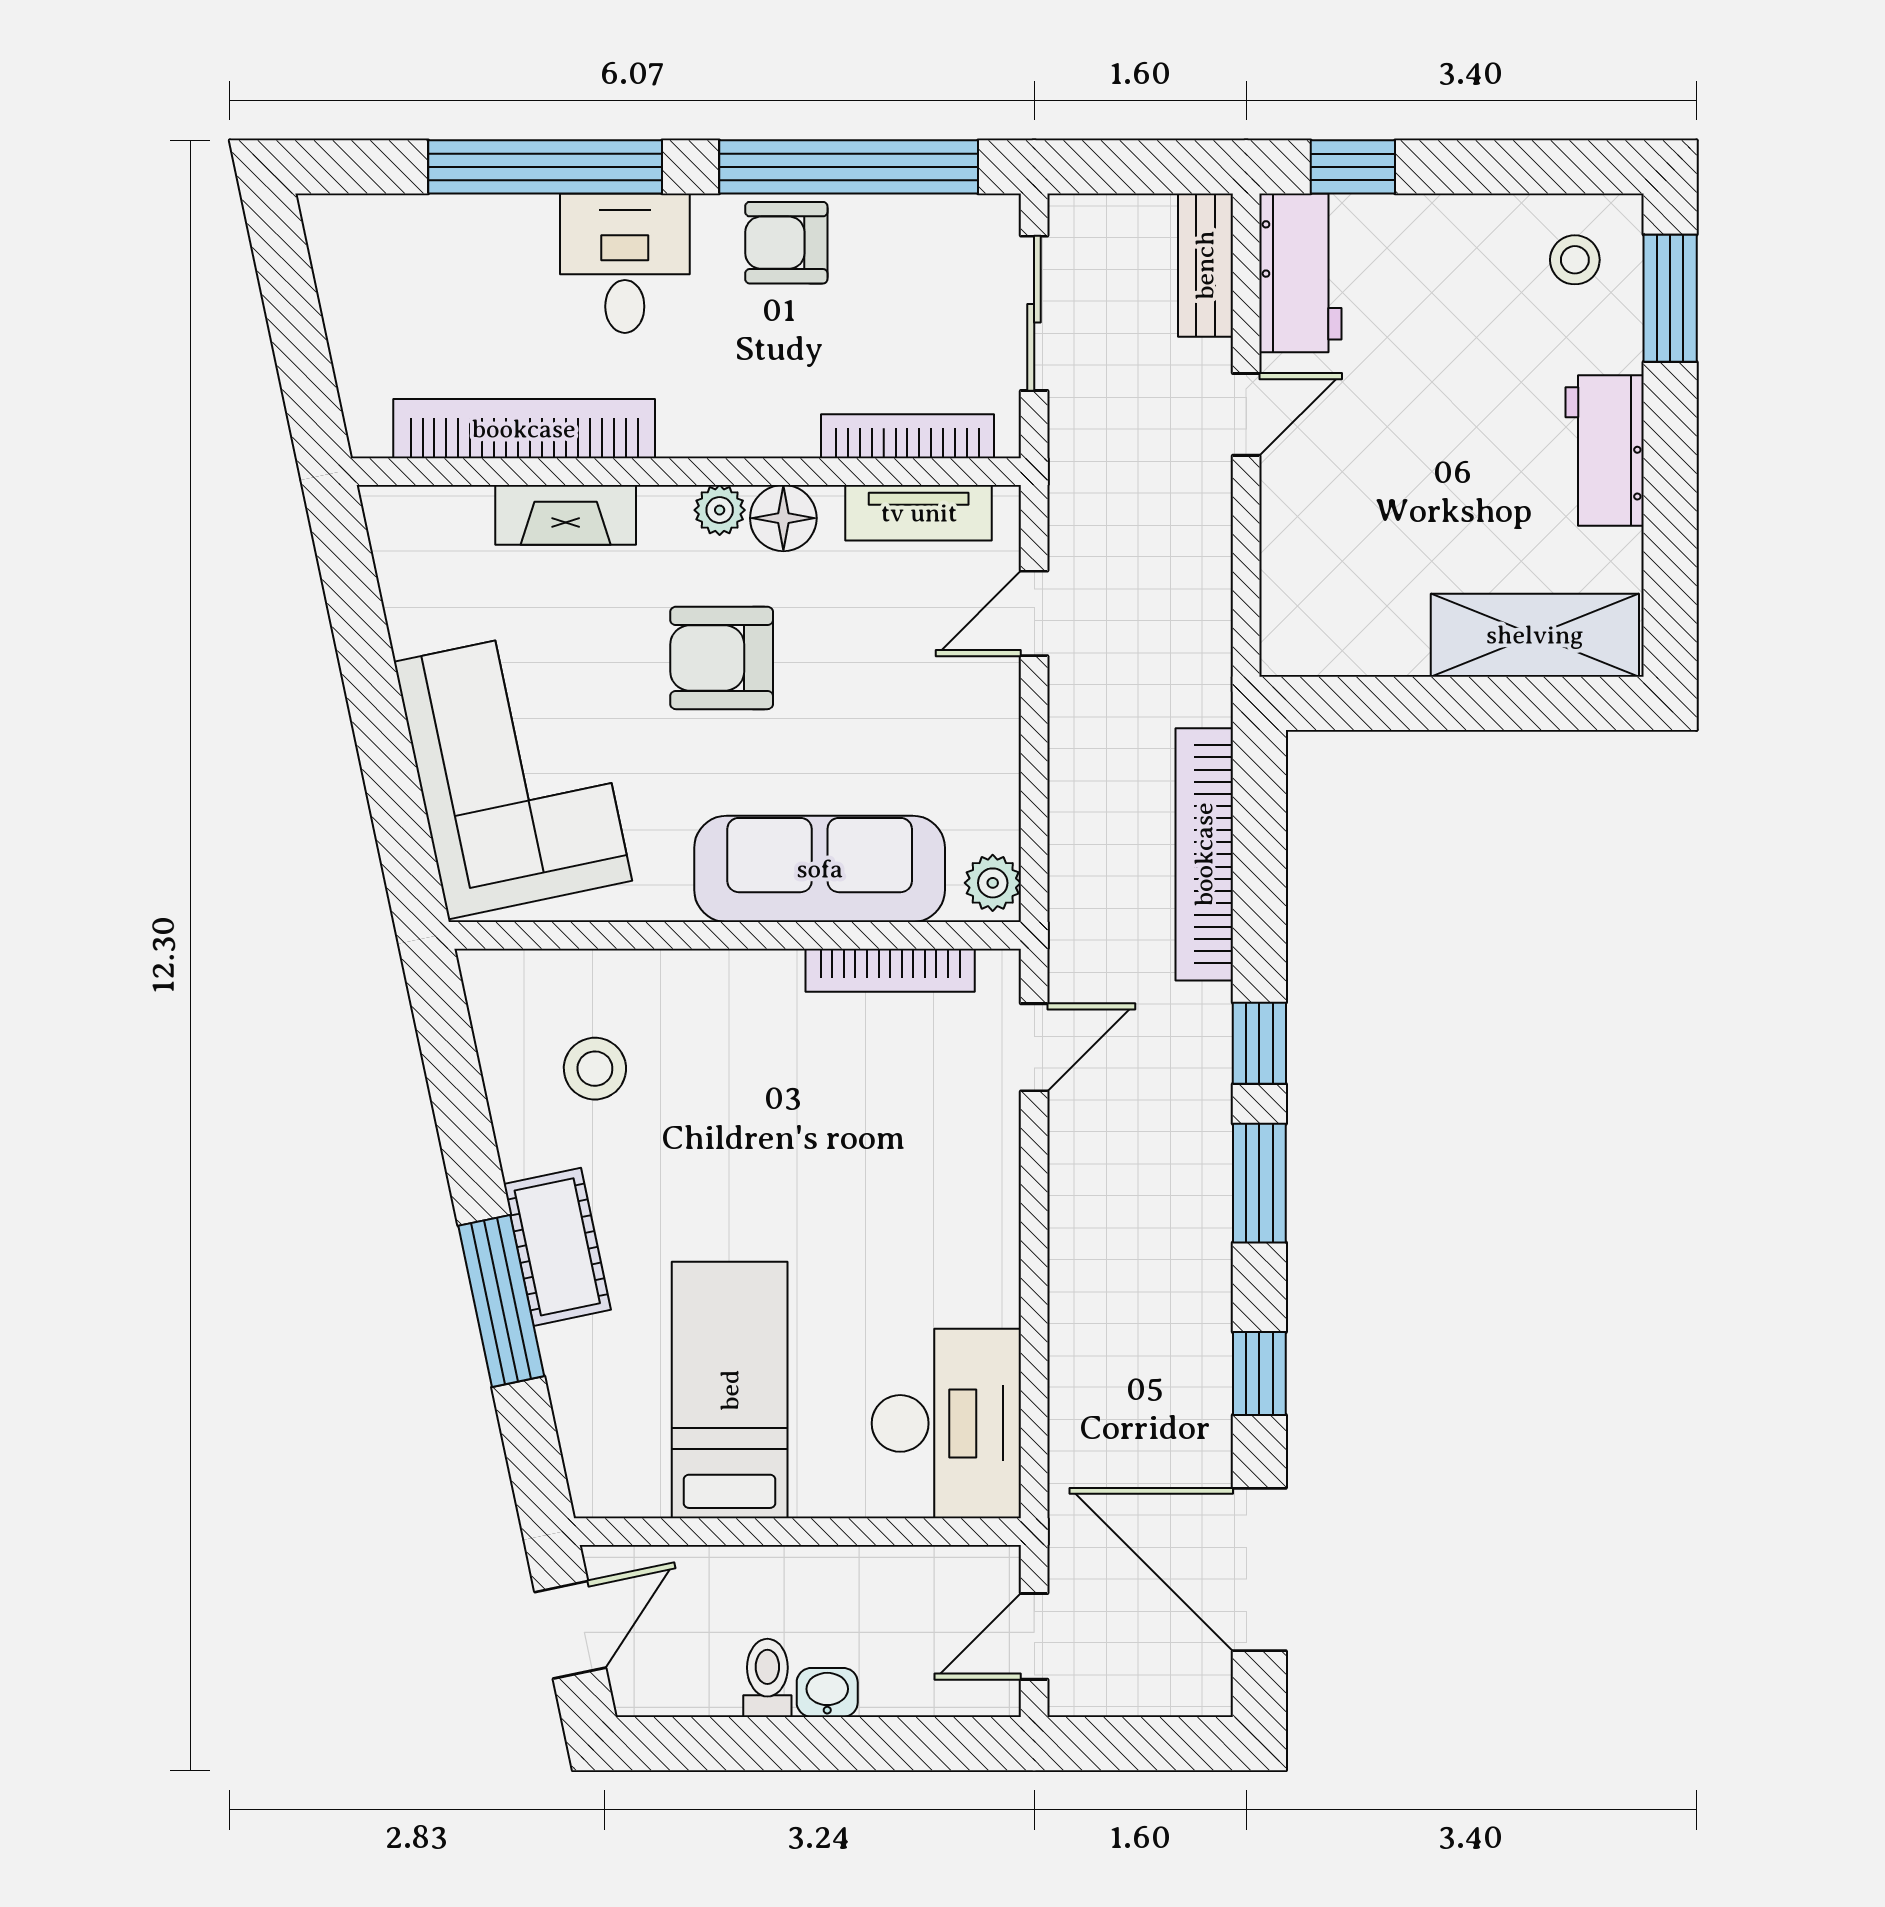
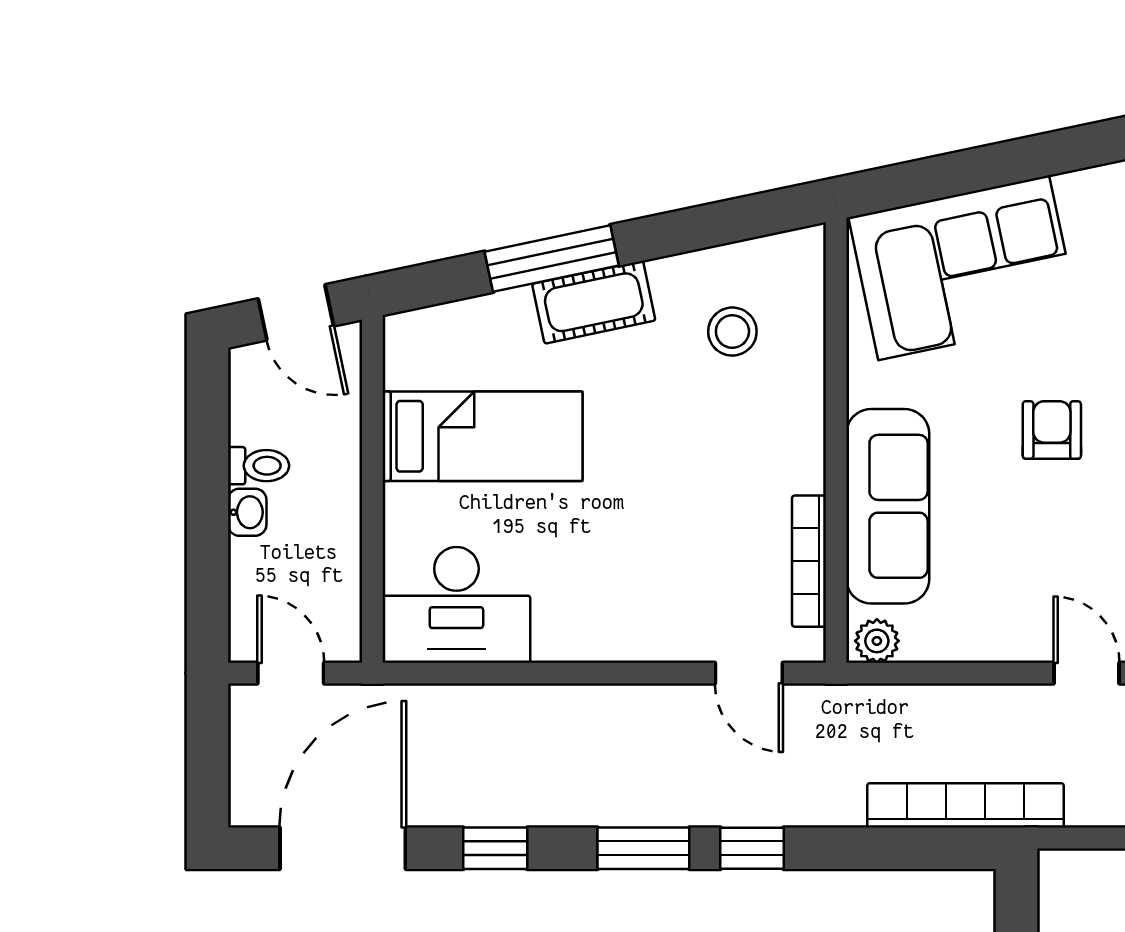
armchair: (722, 658) -> (1052, 430), width x0.72, depth x0.72
bookcase: (1204, 854) -> (965, 805), moved

